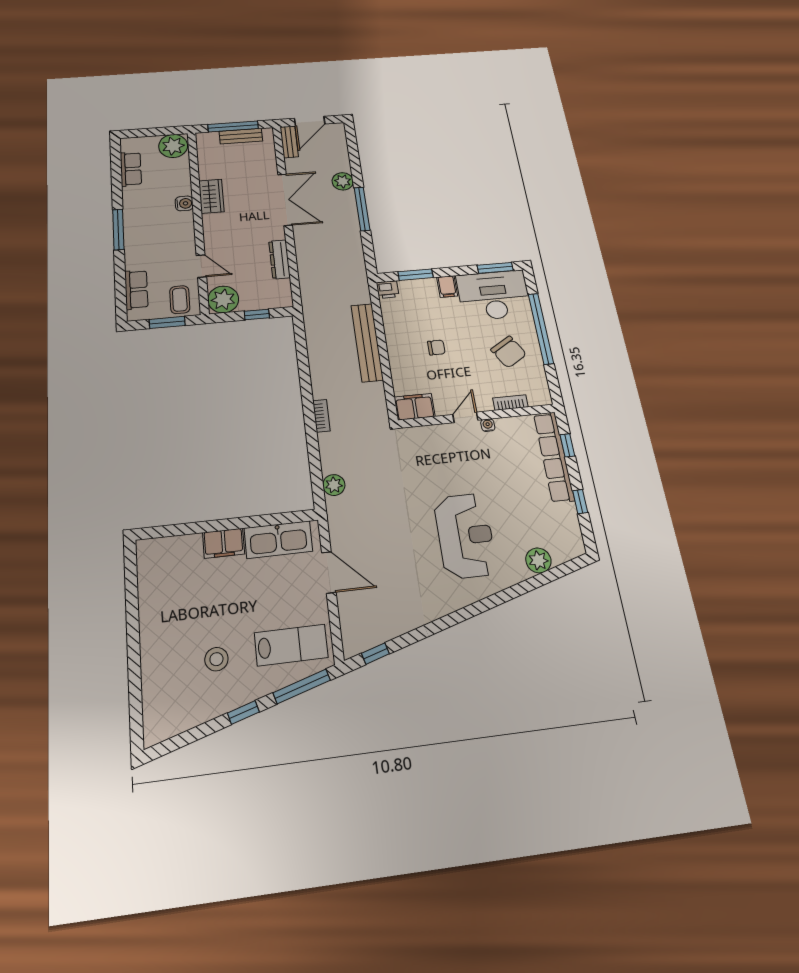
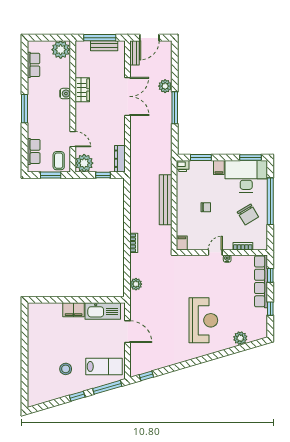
dresser: (279, 259) -> (120, 159), moved
filing cabinet: (415, 407) -> (182, 243), width x0.50

